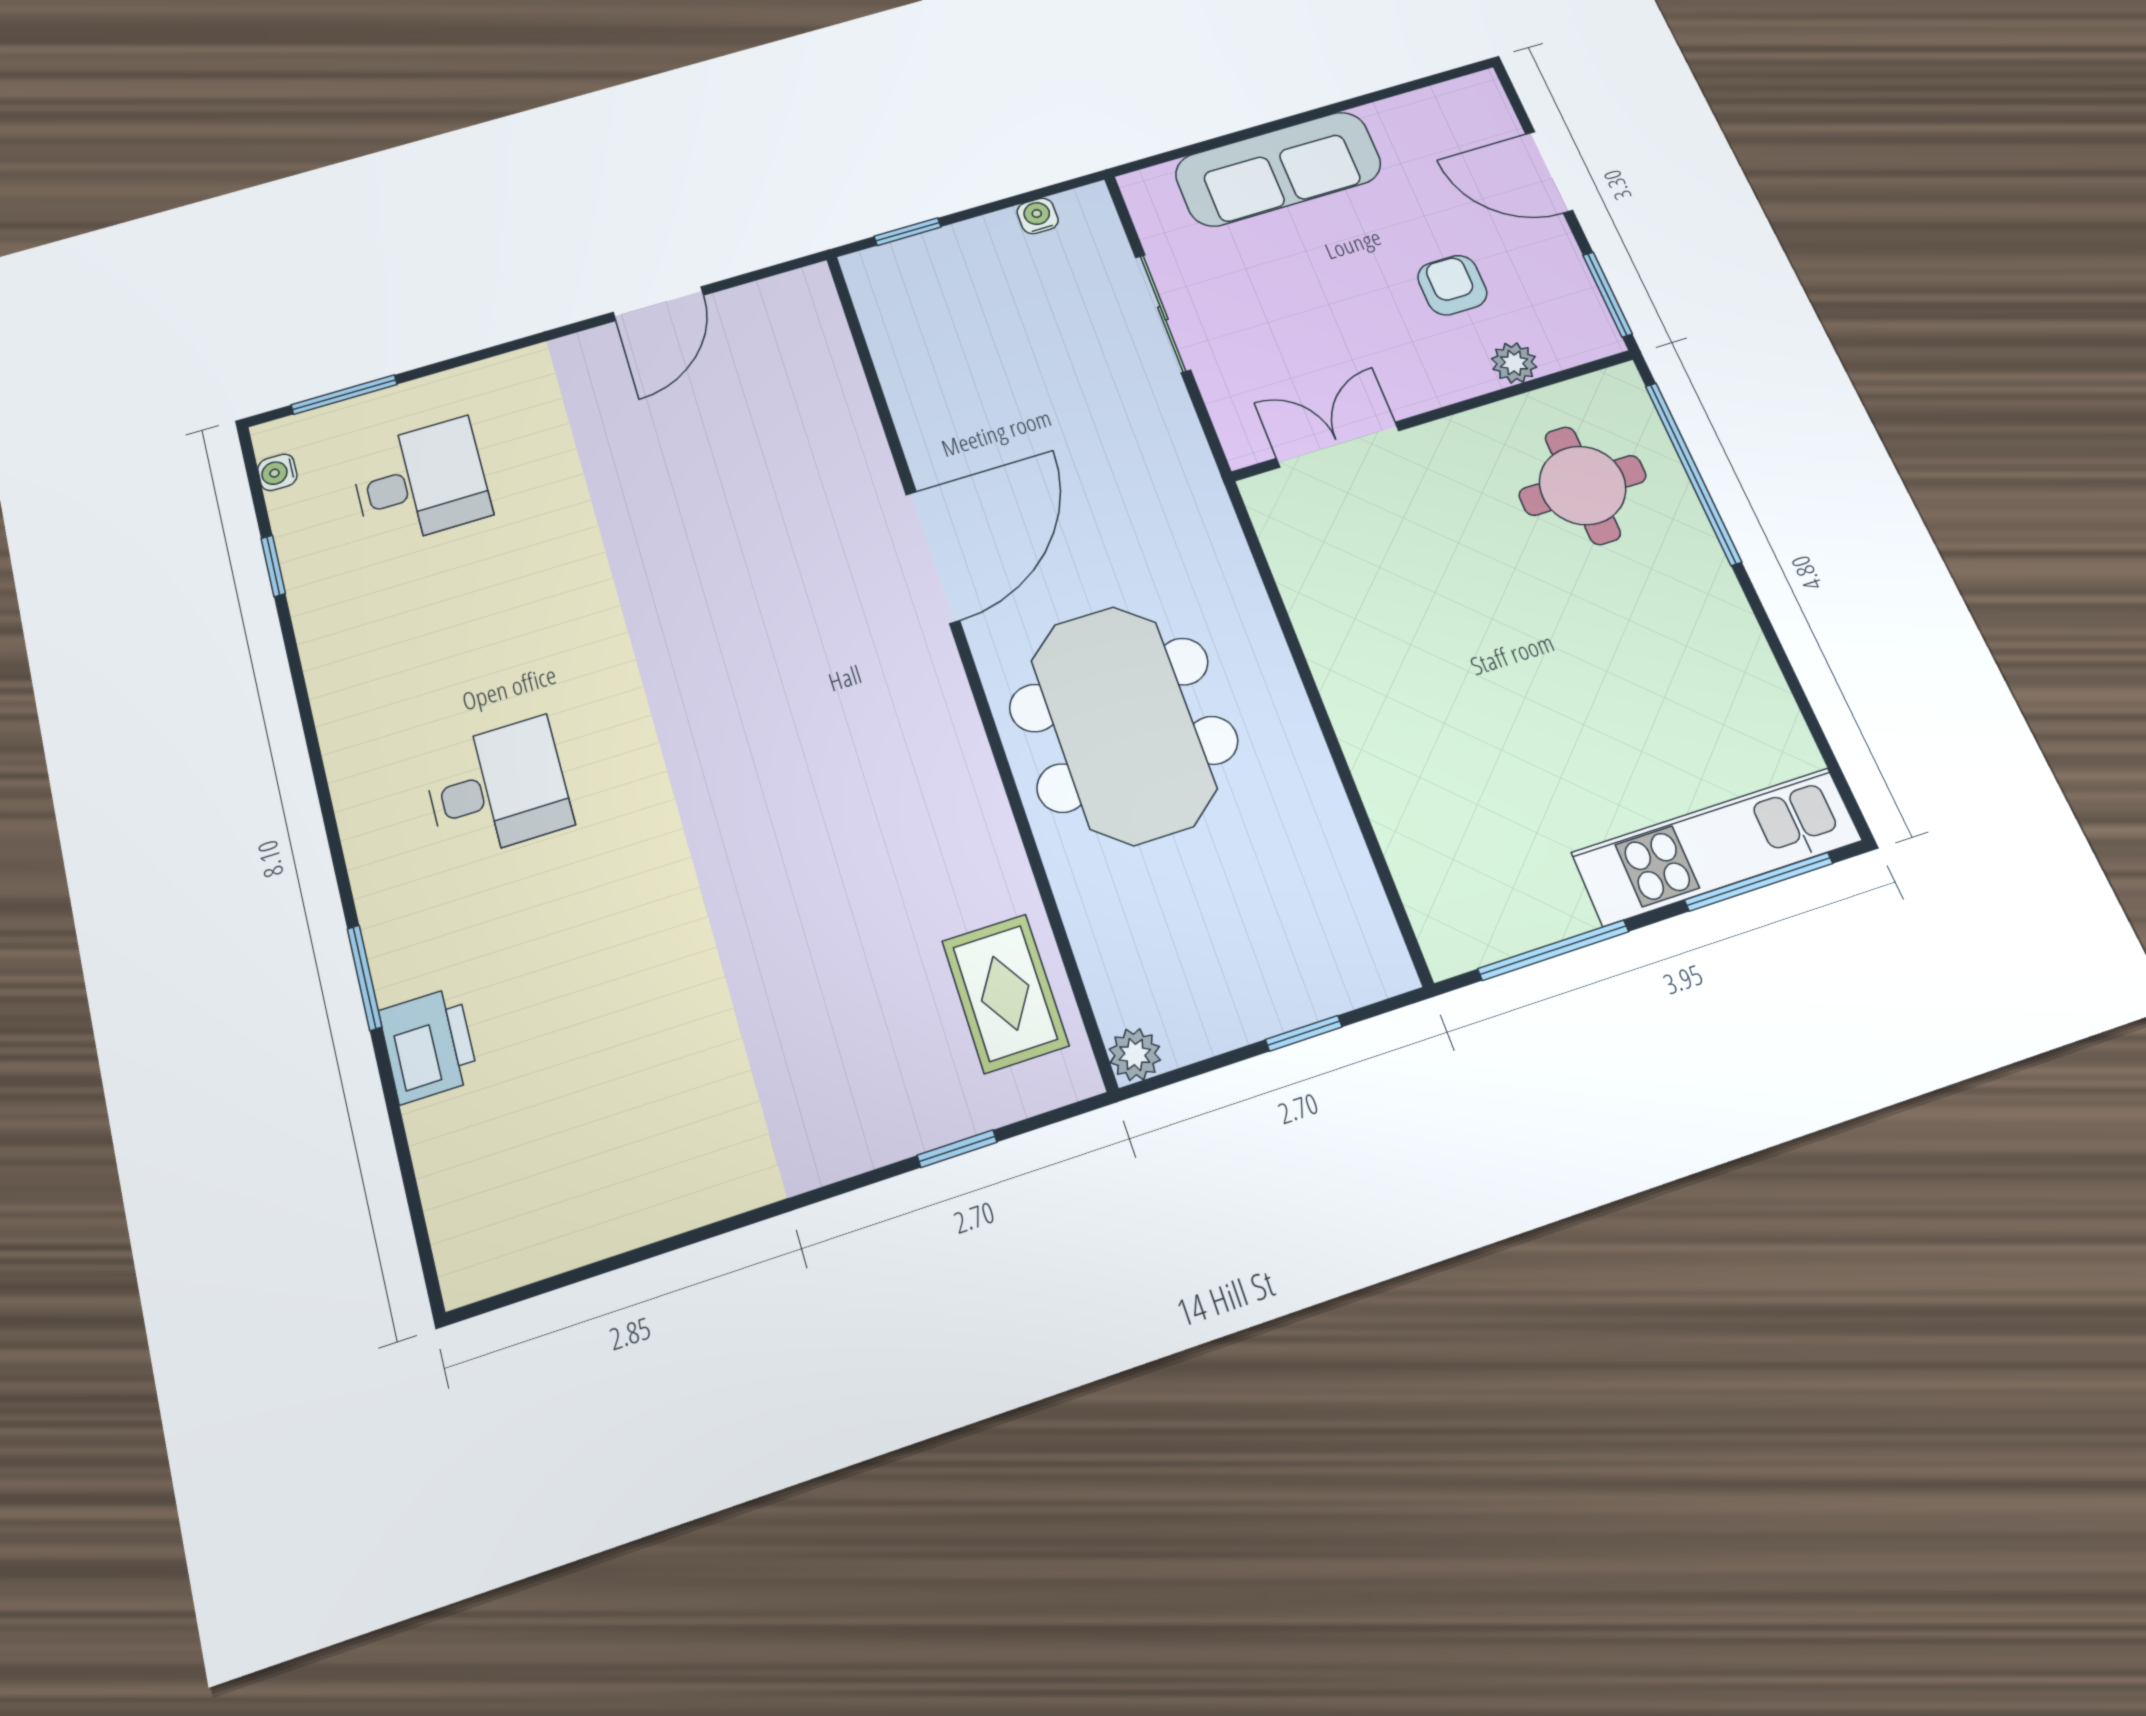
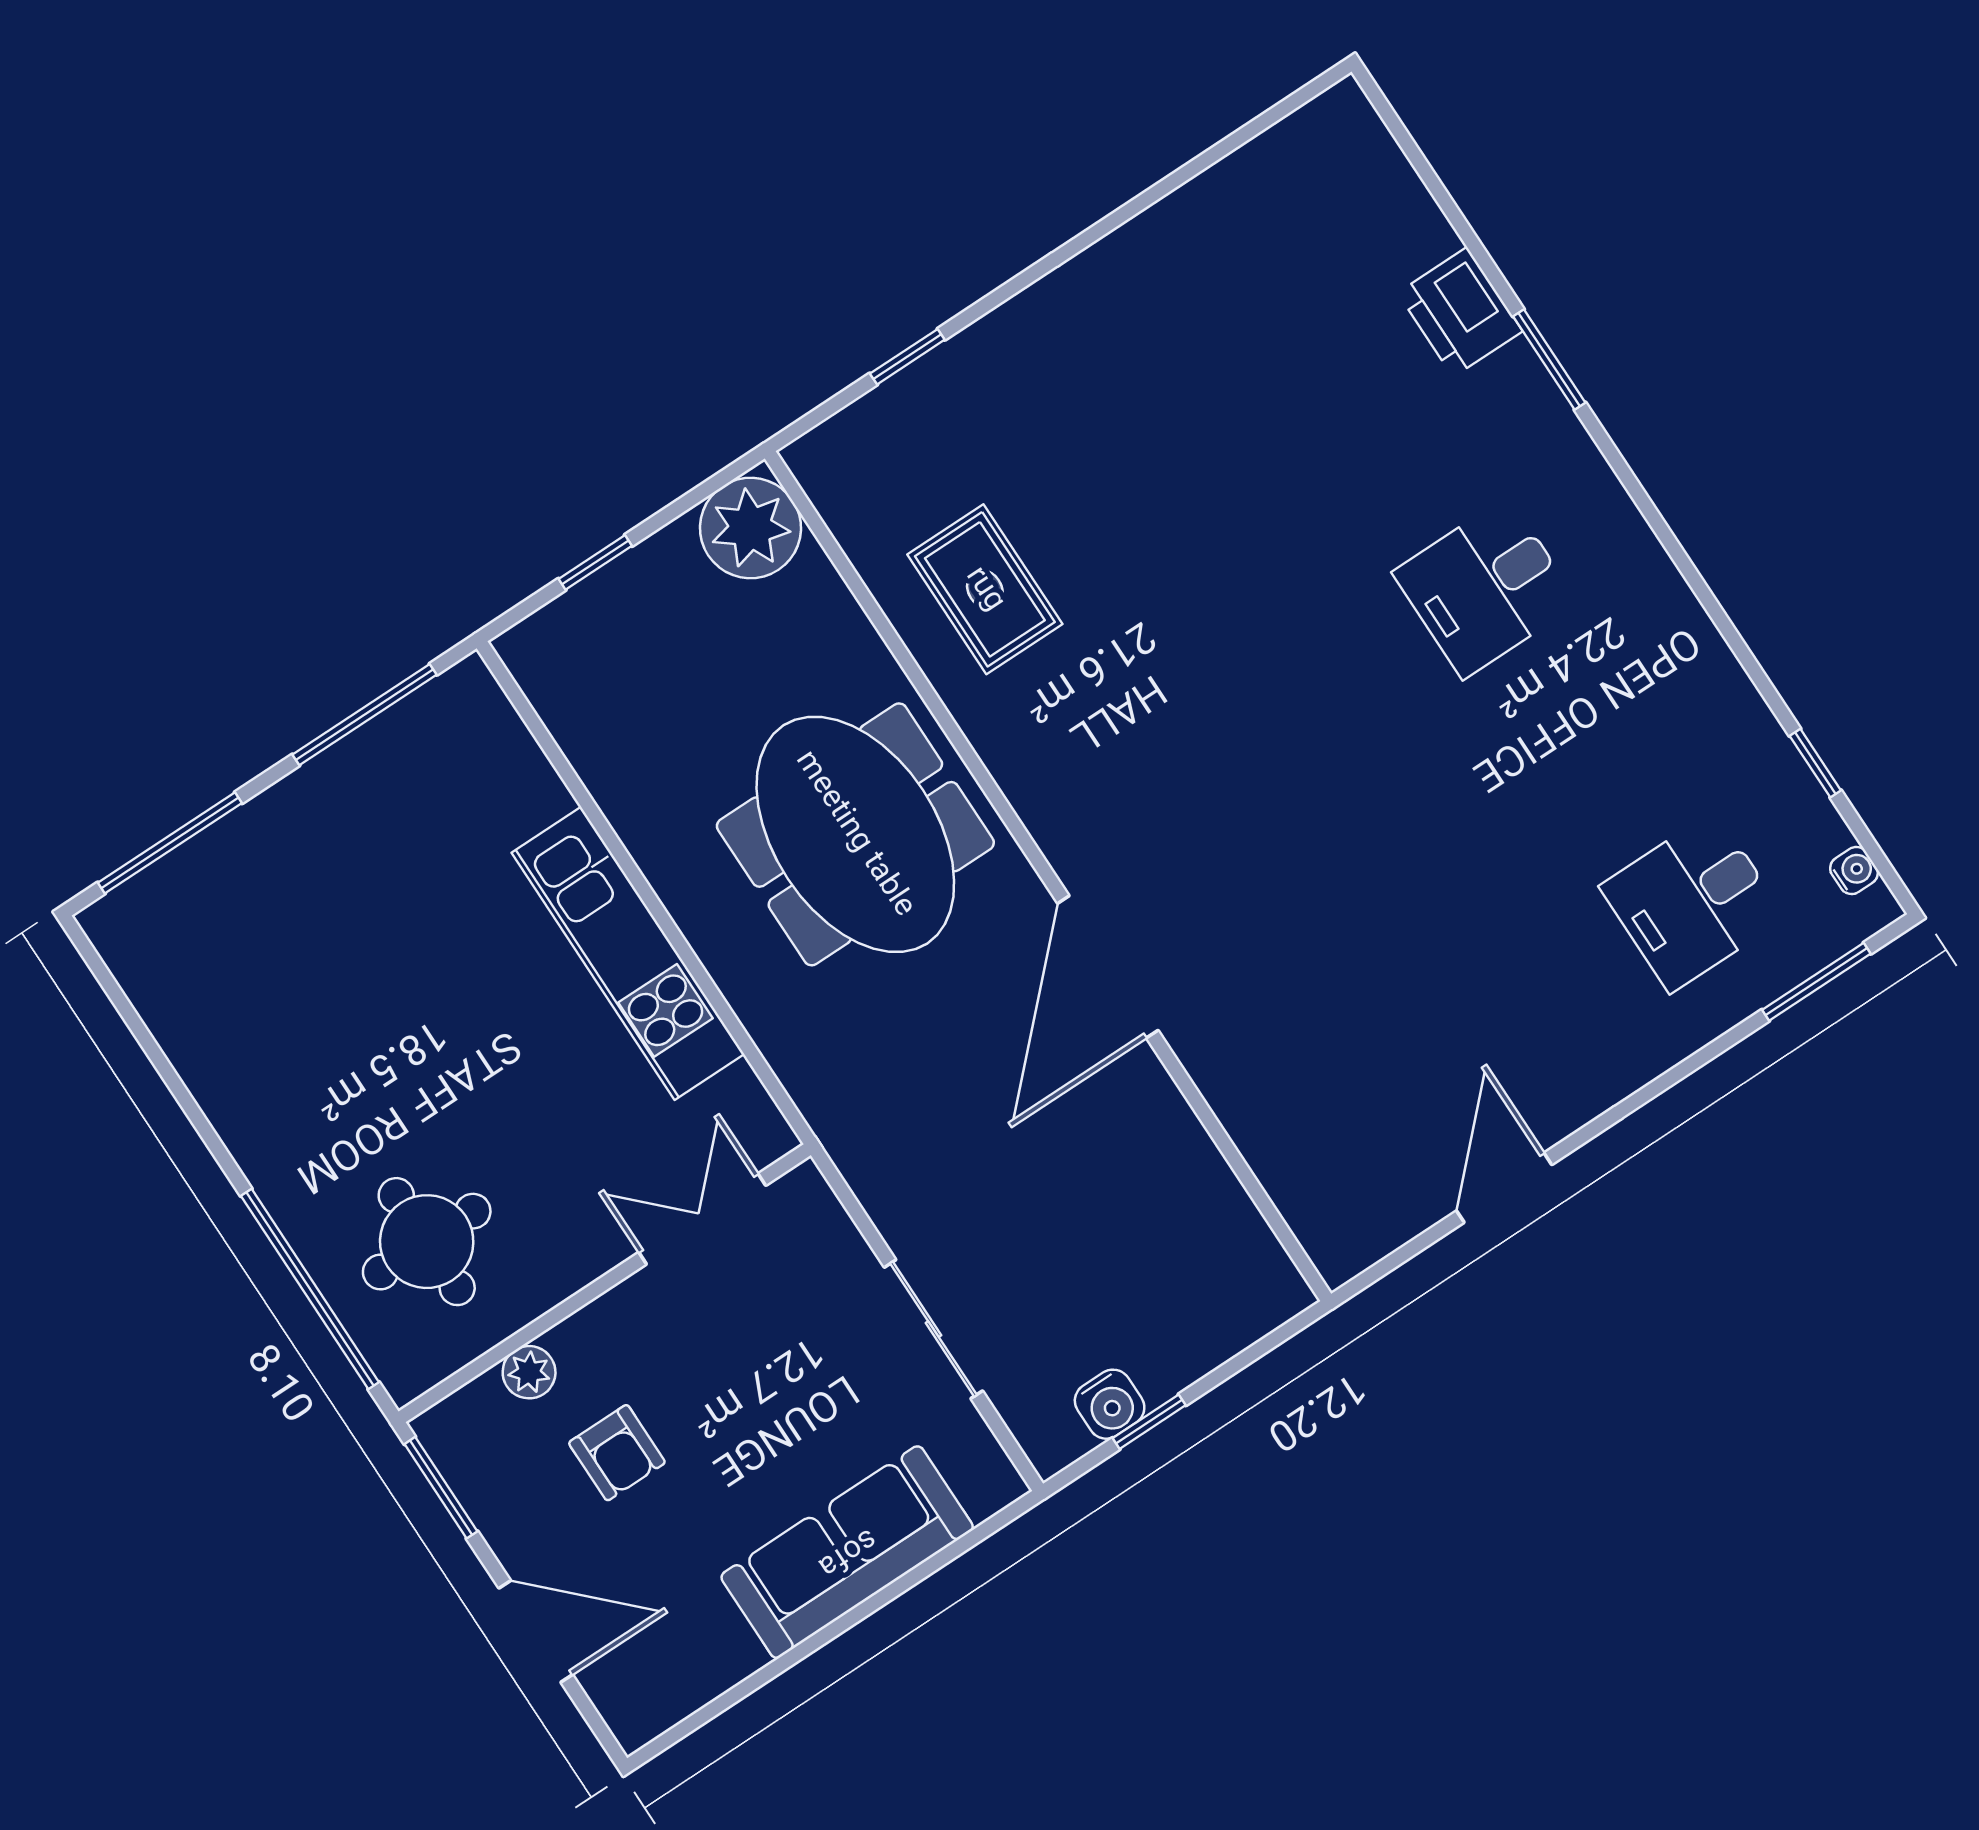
water cooler: (1038, 216) -> (1110, 1404), width x1.38, depth x1.38
window: (908, 232) -> (1149, 1422), moved
double door: (1338, 444) -> (702, 1219), swing flipped
kitchen unit: (1717, 847) -> (628, 953), moved, turned 90
rug: (1005, 993) -> (985, 589), moved
plant: (1135, 1055) -> (750, 528), width x1.87, depth x1.87

